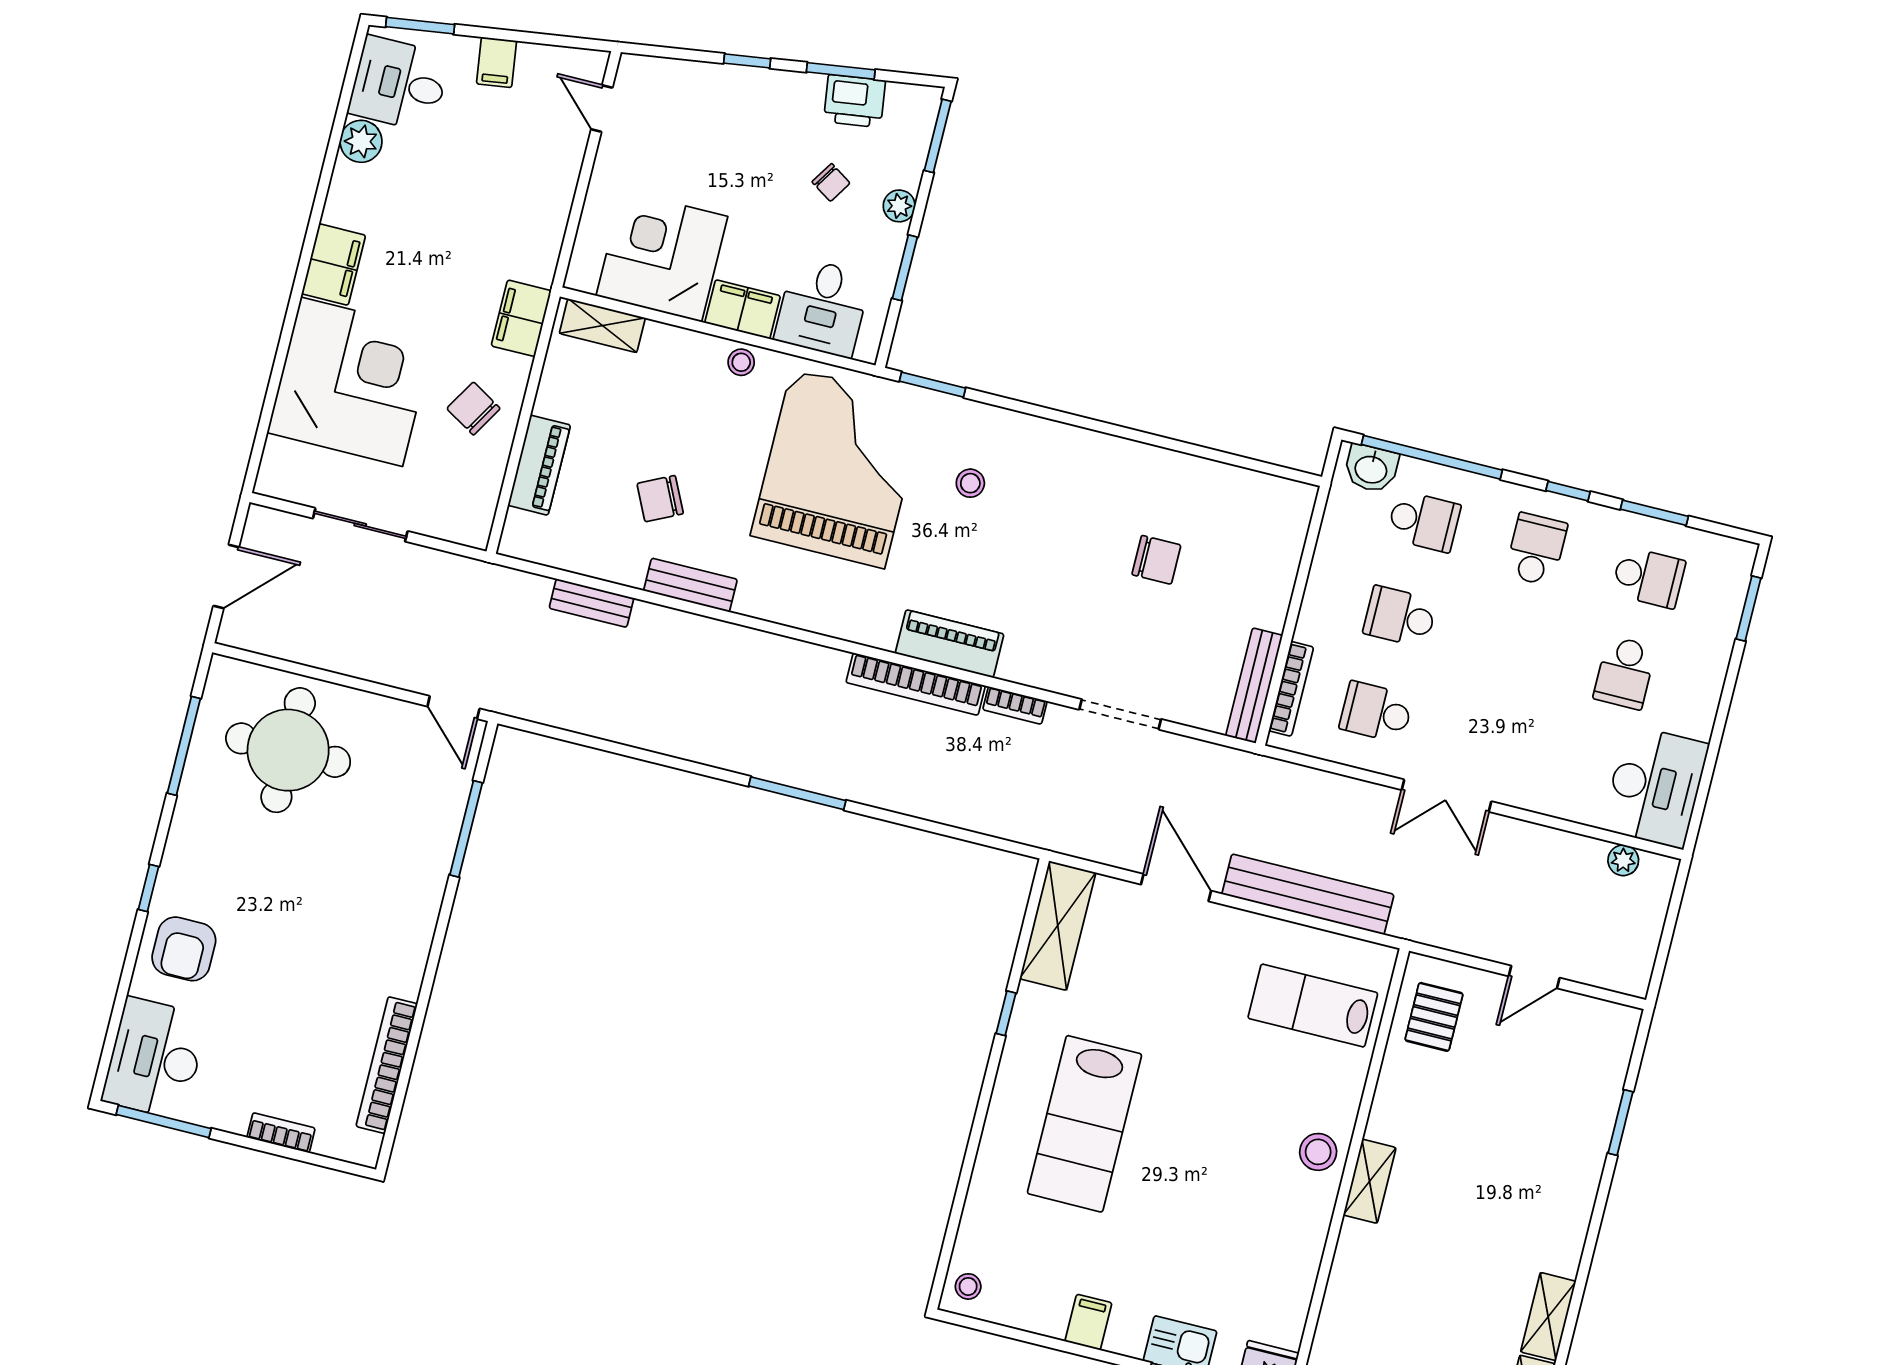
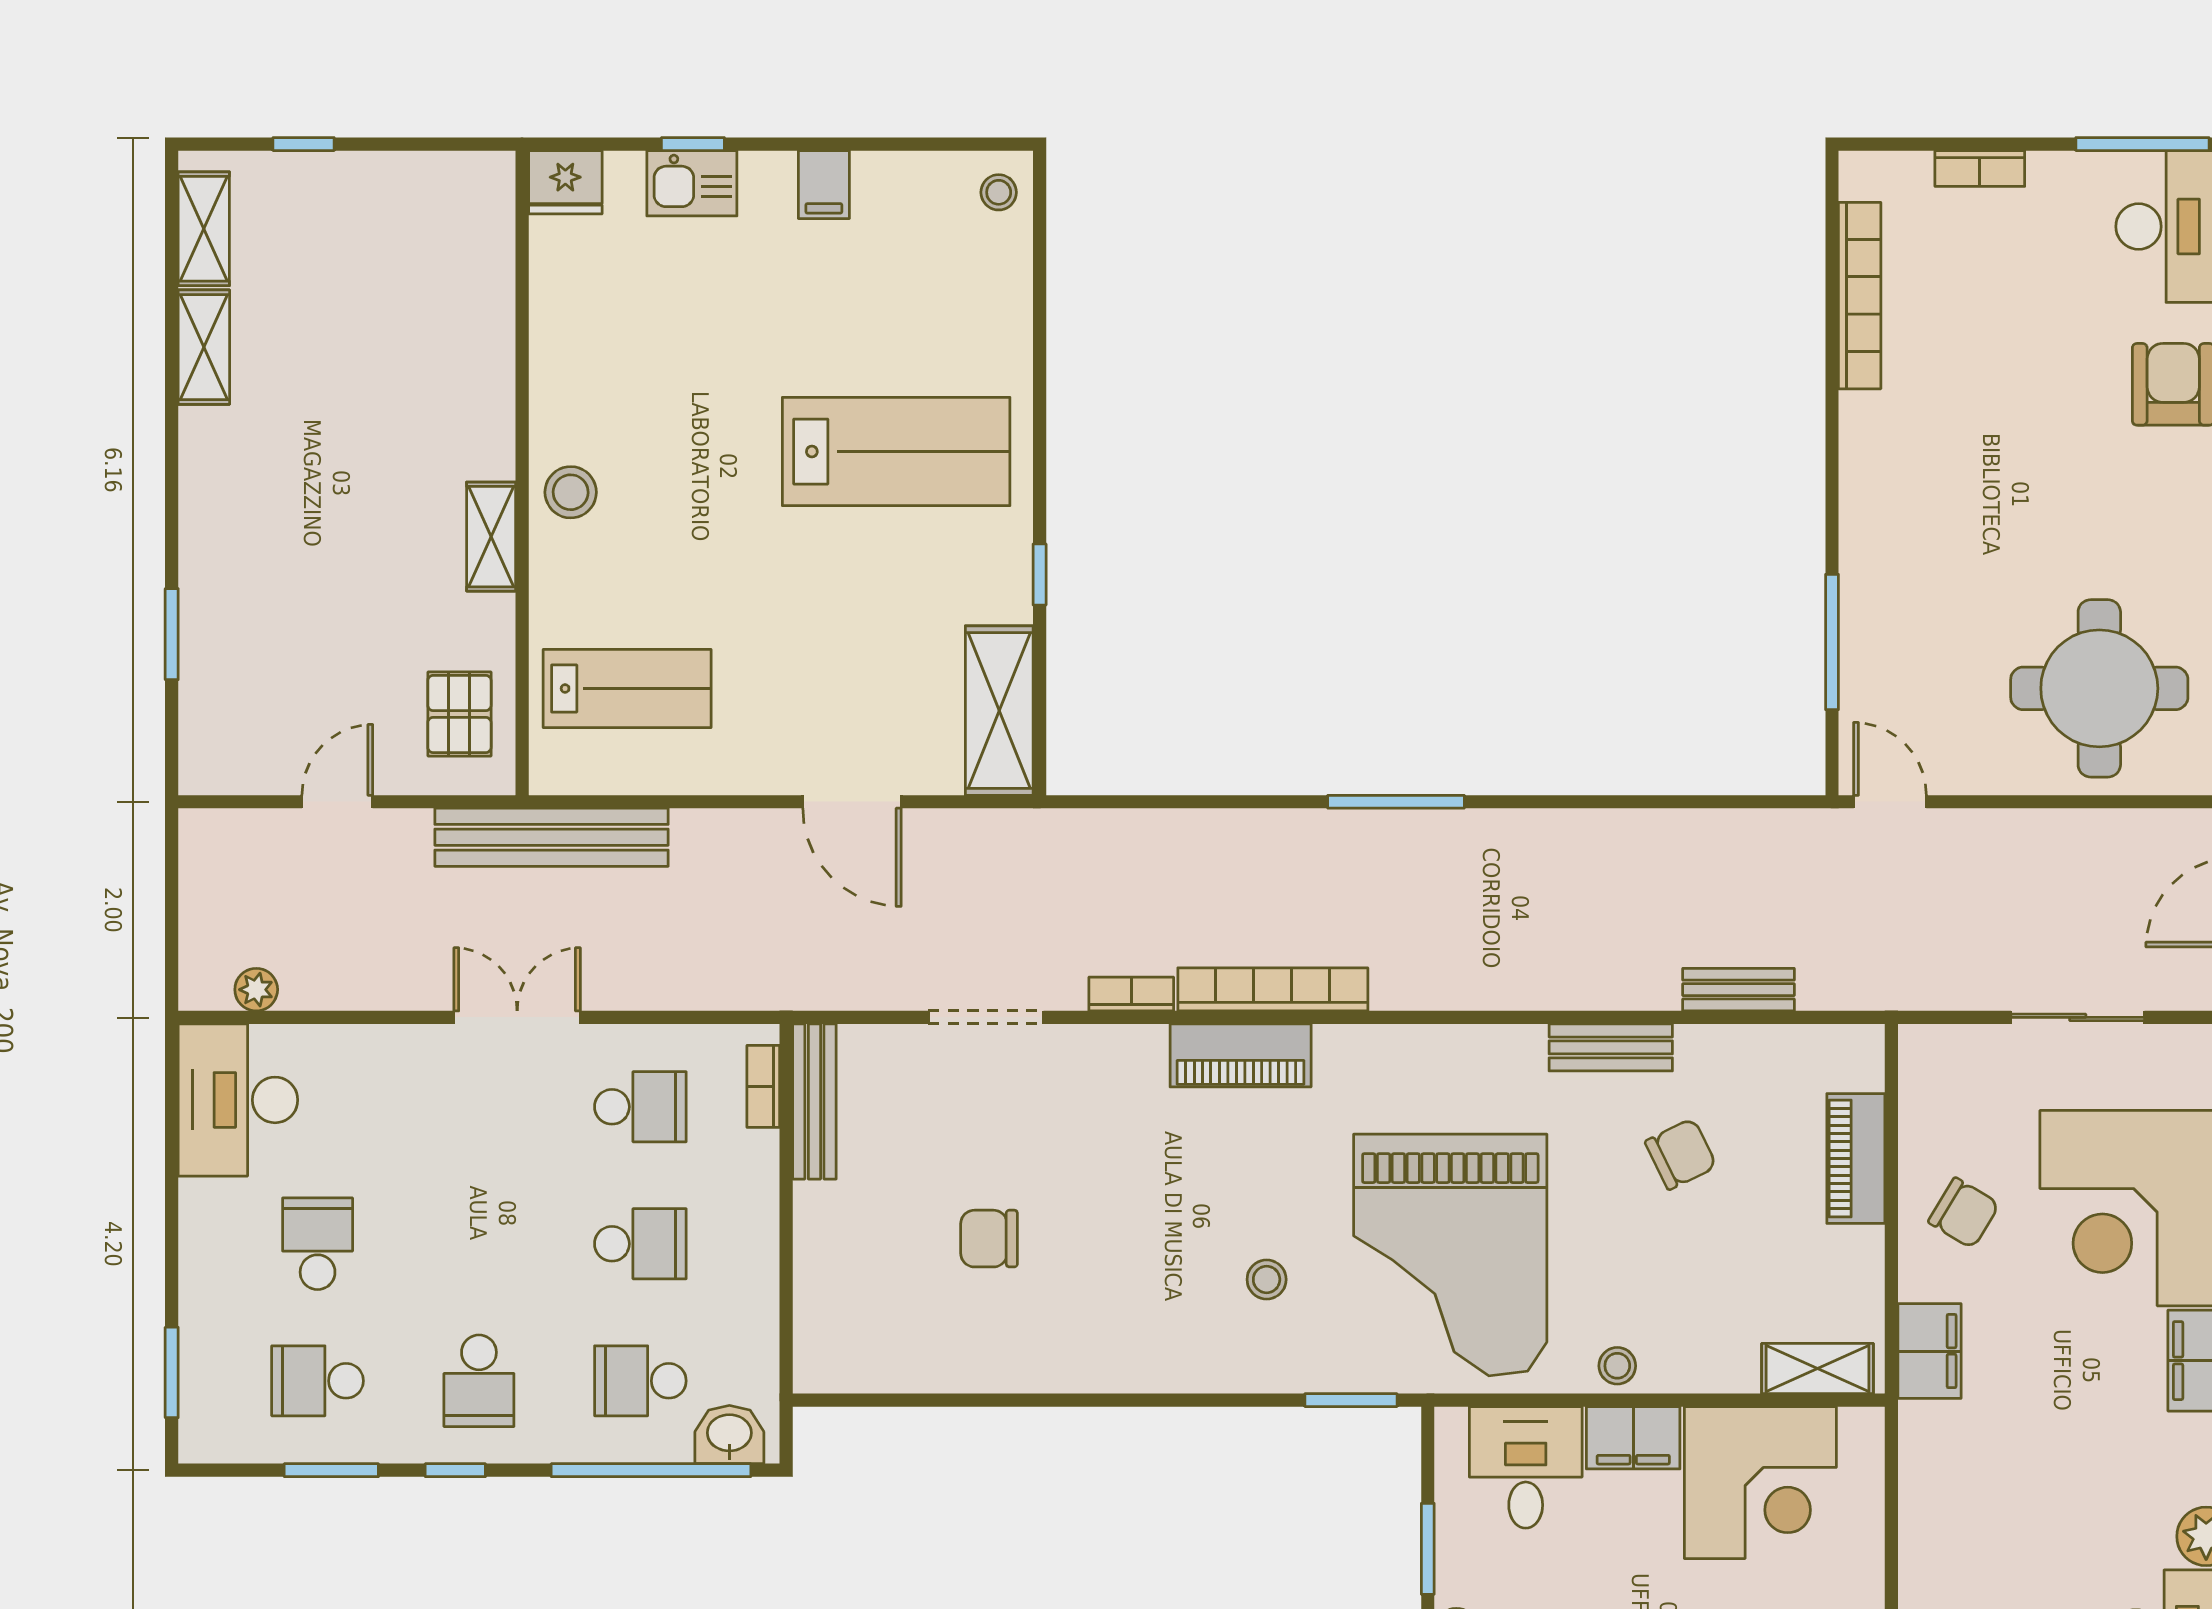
bookcase: (1291, 689) -> (763, 1086), width x0.64
bench: (1308, 894) -> (551, 837), moved
lab bench: (1084, 1124) -> (896, 452), turned 90
shelving: (1370, 1181) -> (491, 537), moved

